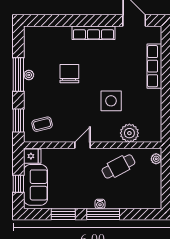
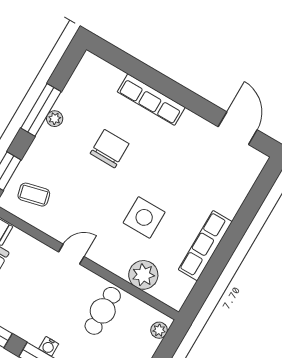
row of seats: (93, 33) -> (151, 100), moved
row of seats: (154, 66) -> (205, 246), moved
cafe table: (118, 166) -> (103, 311), turned -62

